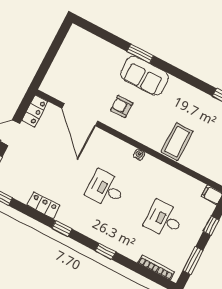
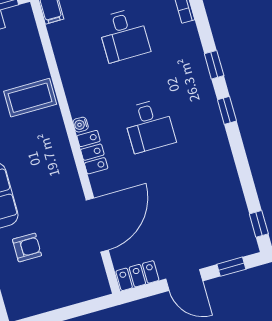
armchair: (122, 106) -> (27, 247), moved, turned -90
locker: (43, 205) -> (92, 152), moved, turned 180
window: (62, 229) -> (227, 110), moved

